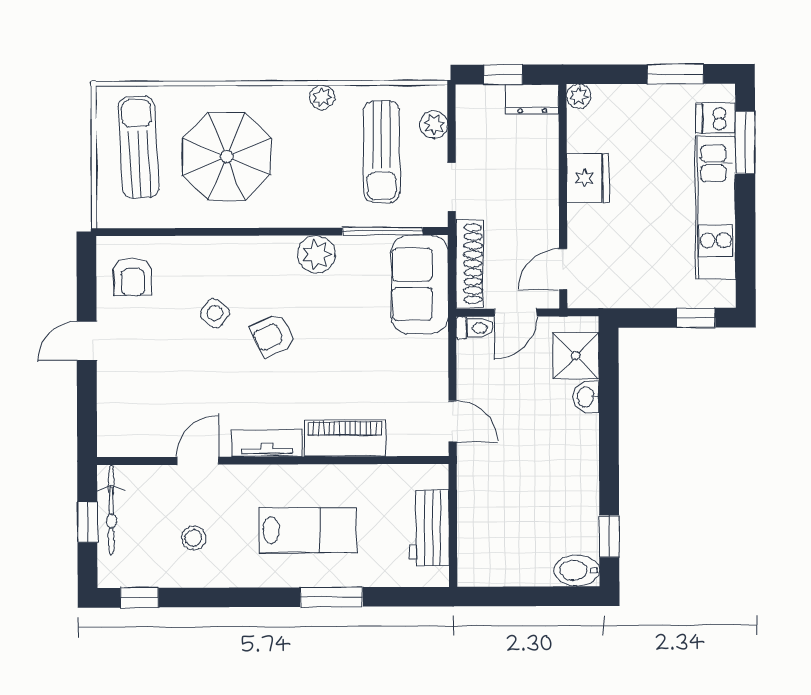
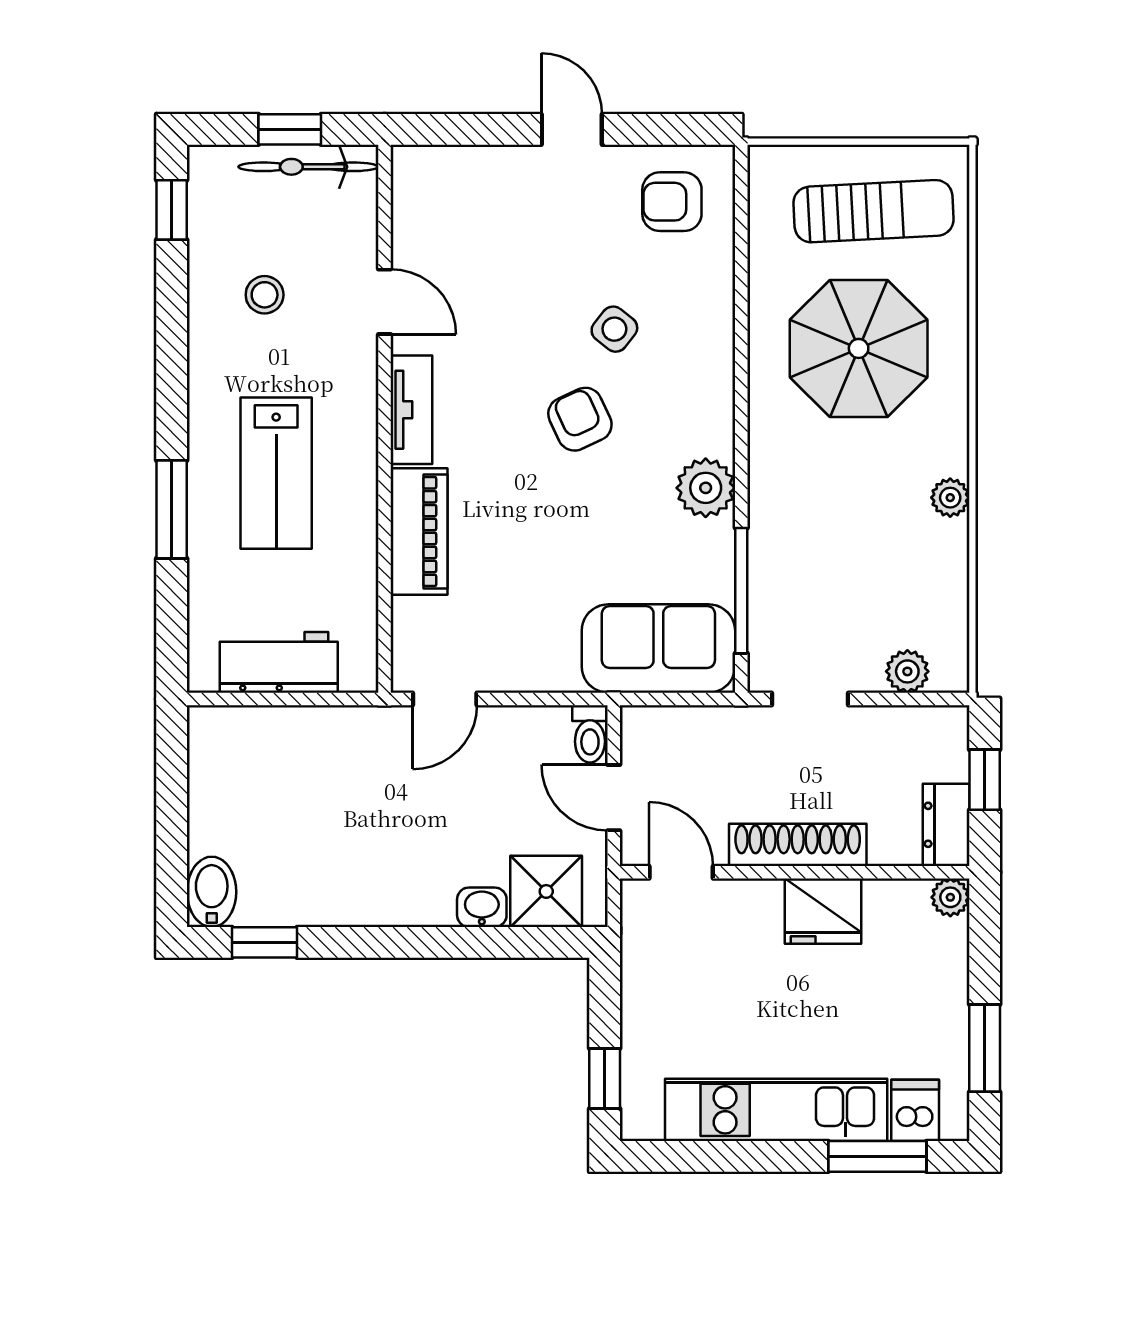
sun lounger: (382, 152) -> (865, 590), removed
shoe rack: (470, 264) -> (798, 845), moved, turned 180

